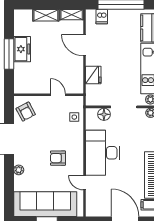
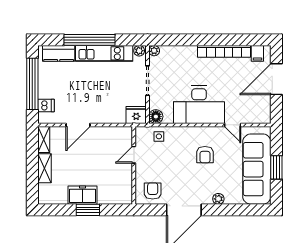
window: (9, 54) -> (88, 210), width x0.69
fridge: (93, 75) -> (136, 115), moved
armchair: (26, 112) -> (153, 191), turned -62
floor lamp: (104, 114) -> (156, 117), moved
door: (84, 183) -> (233, 125), hinge flipped

